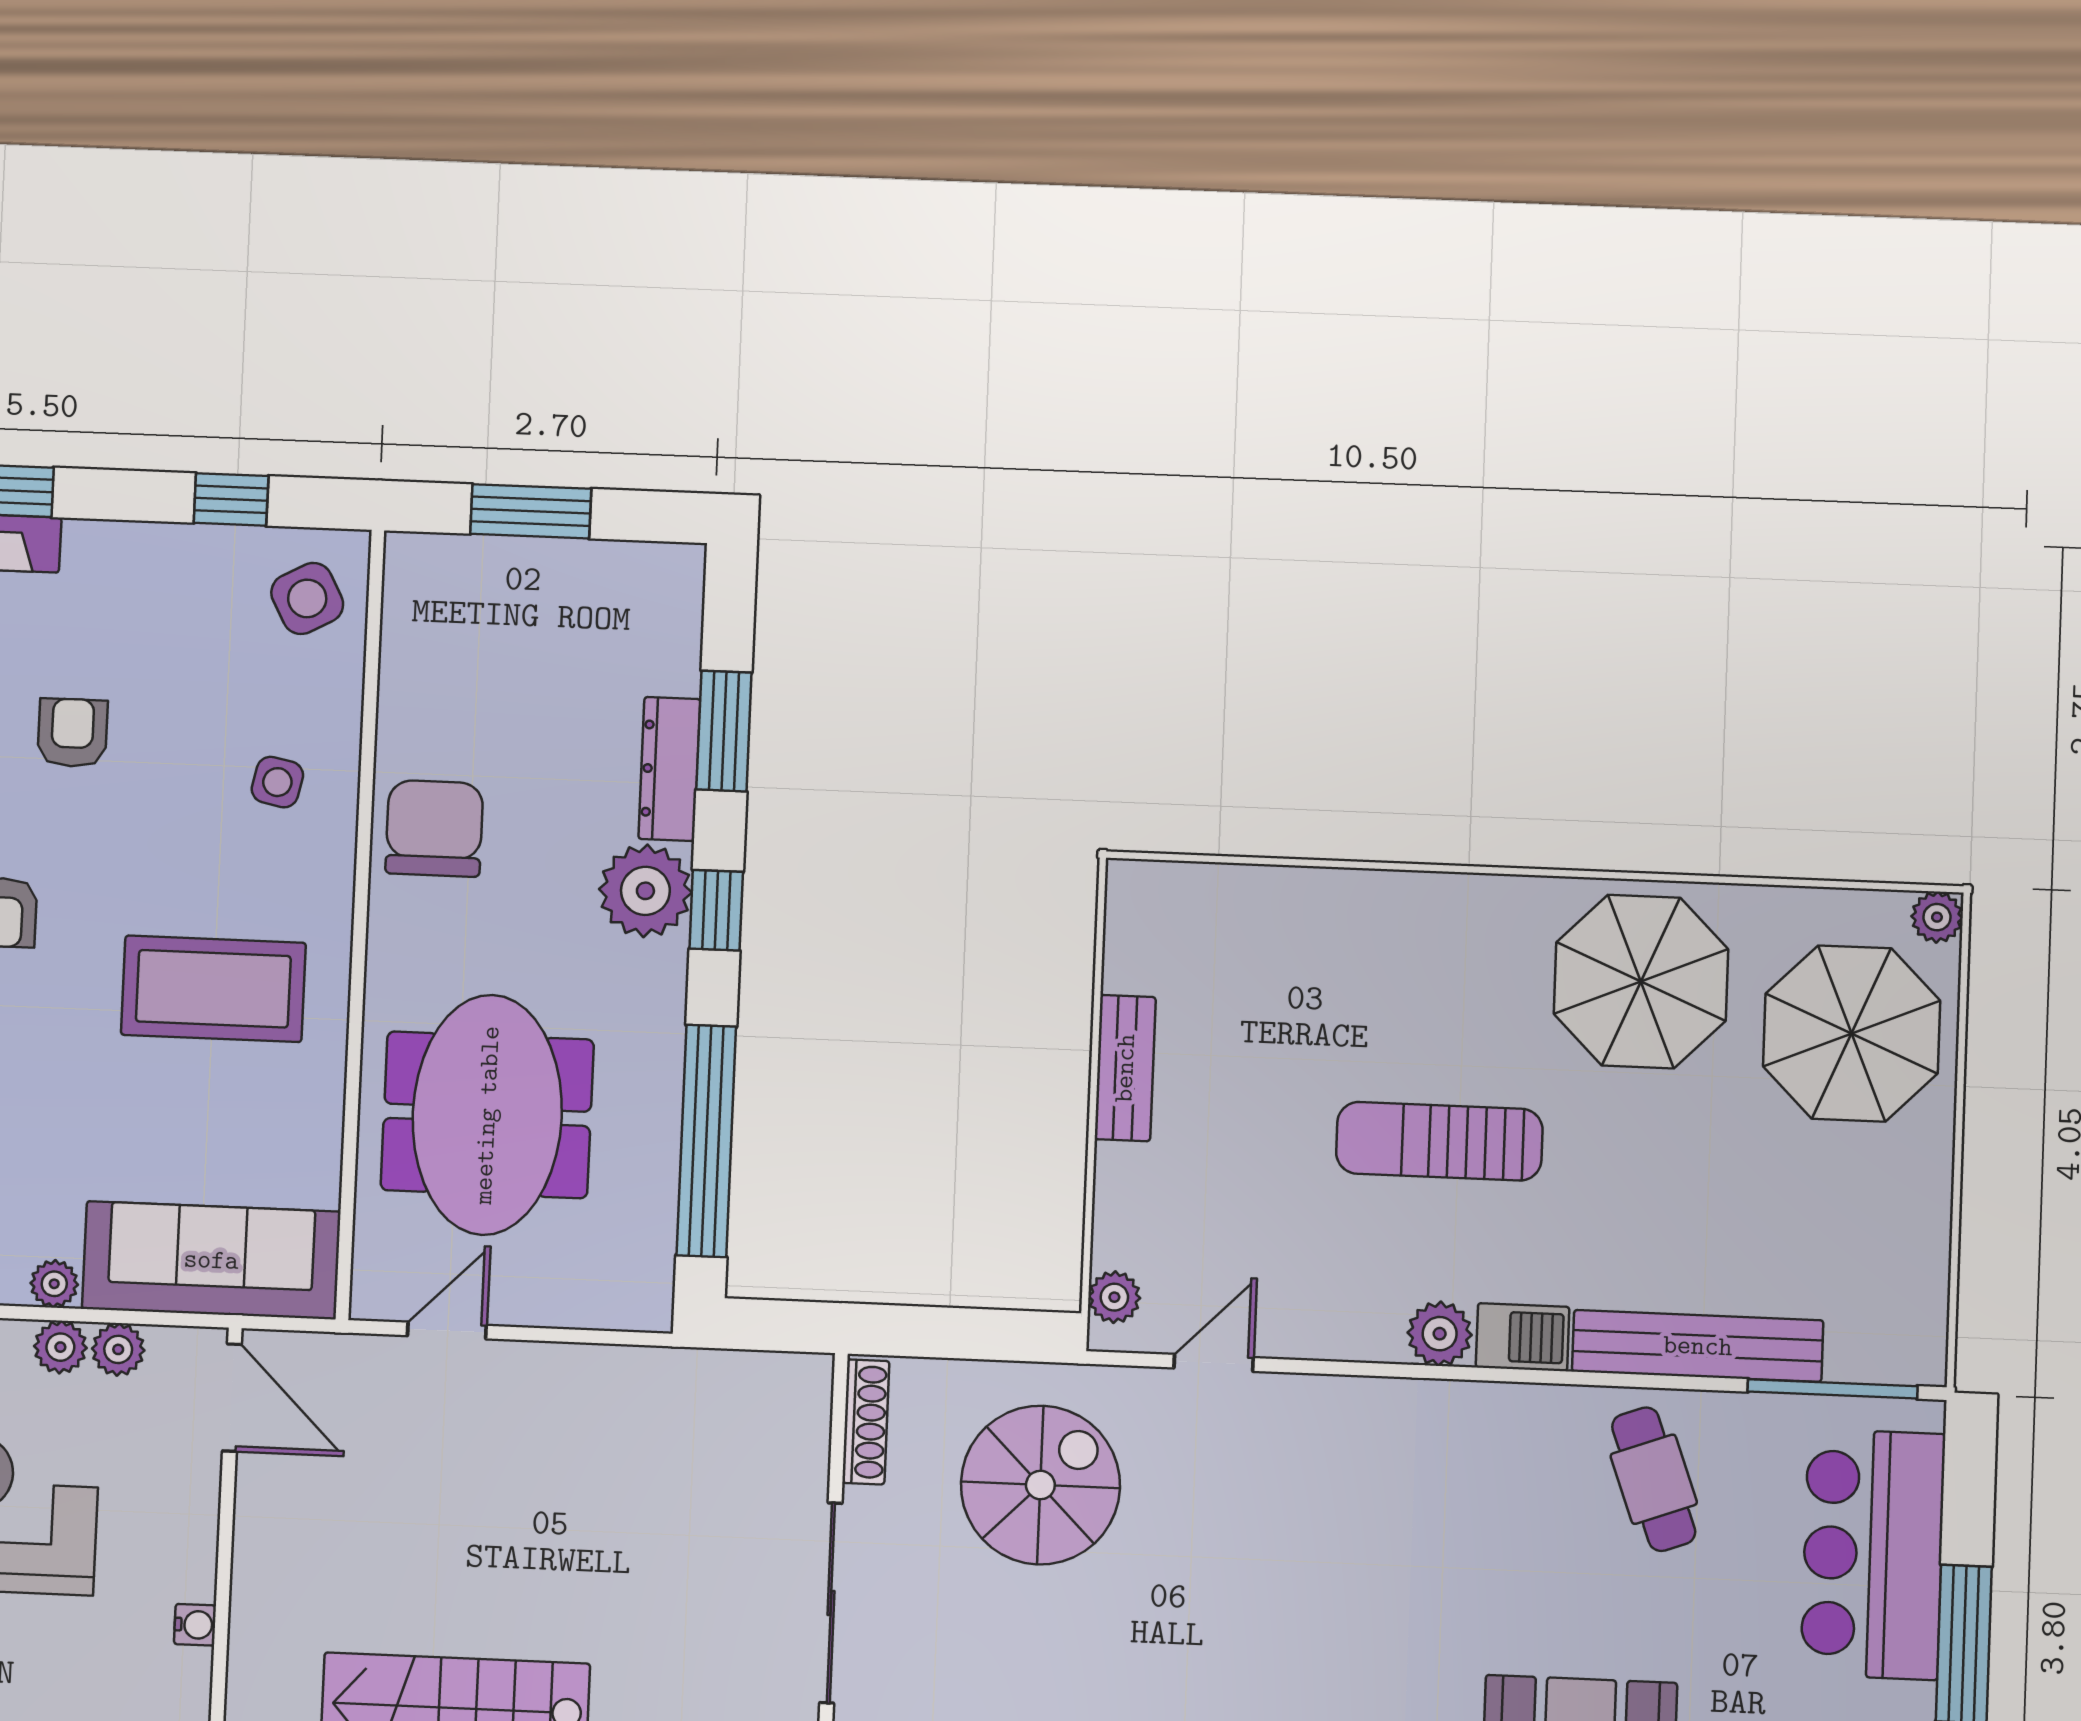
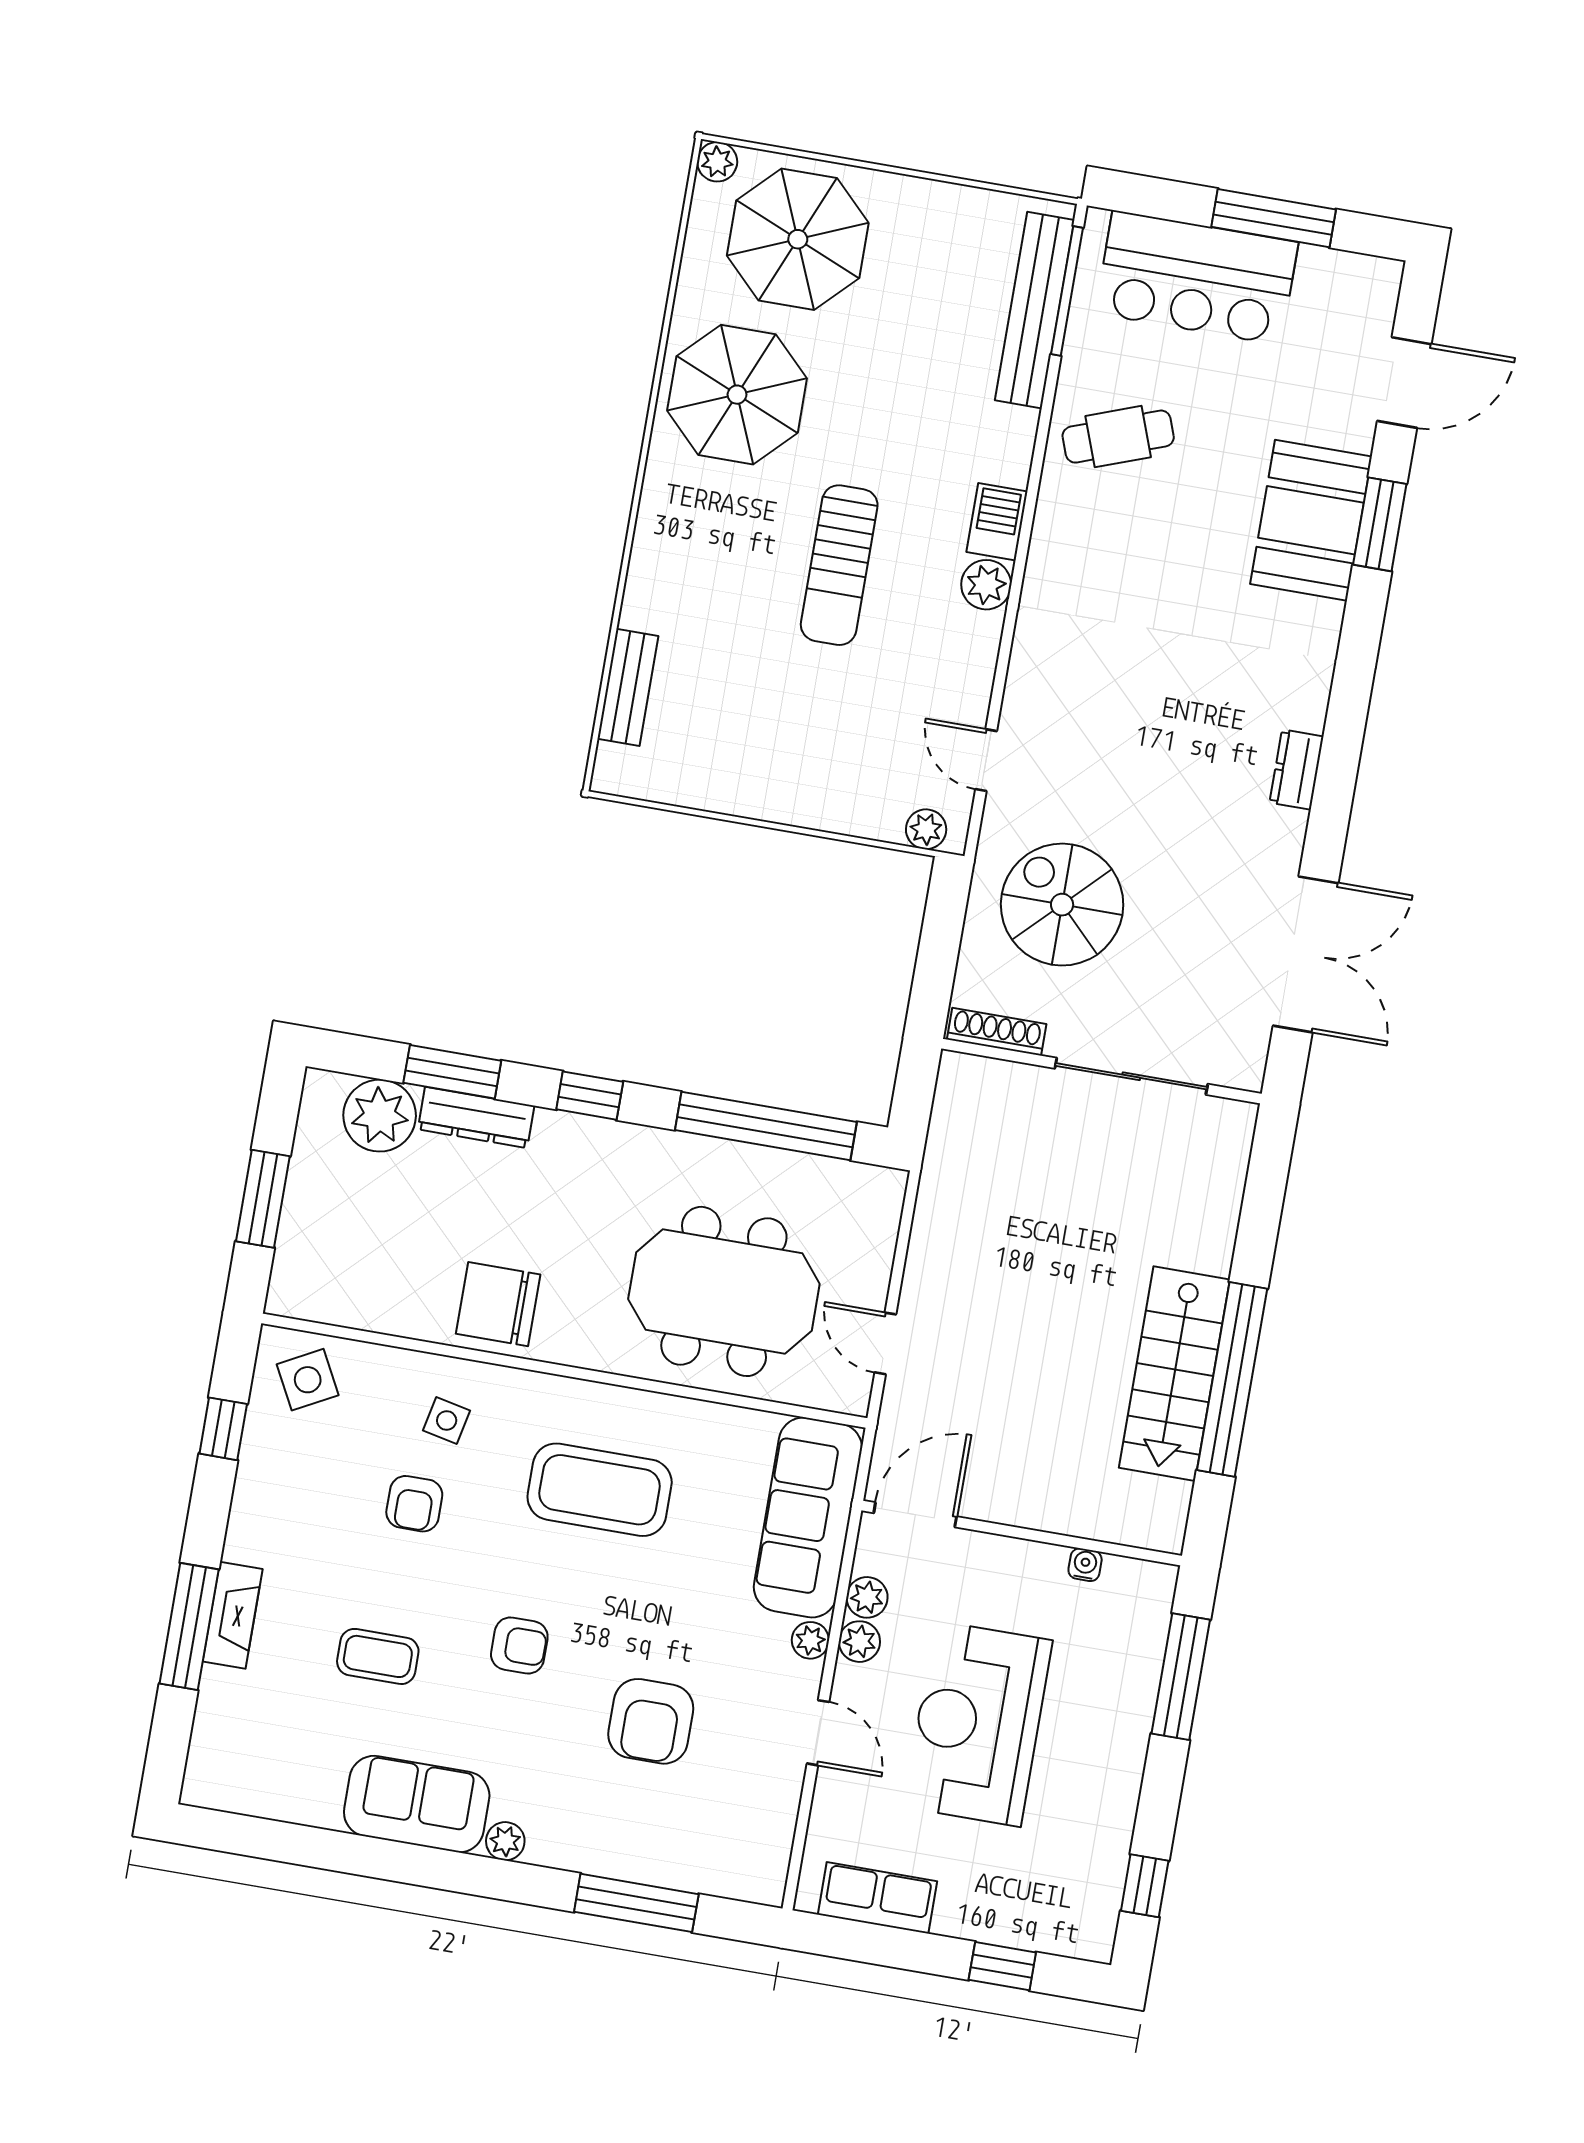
armchair: (72, 733) -> (414, 1504), moved, turned -90
plant: (645, 891) -> (380, 1116), moved
coffee table: (213, 989) -> (600, 1490), turned 90
bench: (1125, 1068) -> (628, 687), moved, turned 90
bench: (1698, 1346) -> (1035, 310), moved

